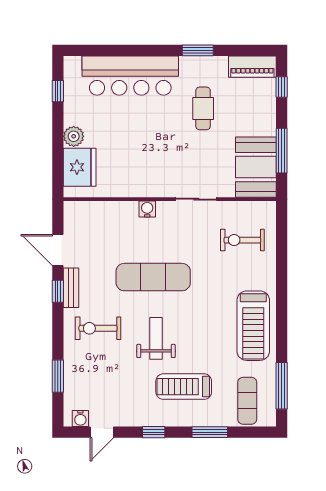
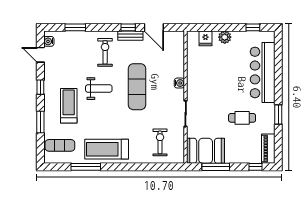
fridge: (80, 167) -> (205, 38), width x0.53, depth x0.75
door: (58, 250) -> (154, 27), swing flipped
window: (282, 386) -> (86, 167), moved

